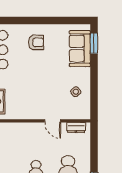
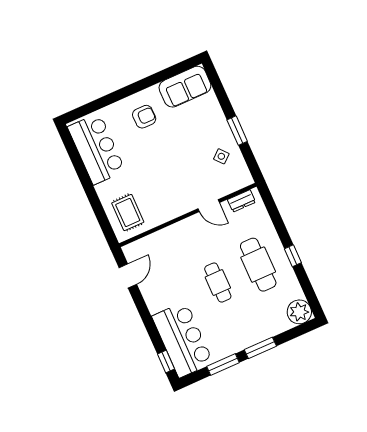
window: (94, 43) -> (237, 131), moved
sofa: (80, 49) -> (185, 87), moved, turned -90

